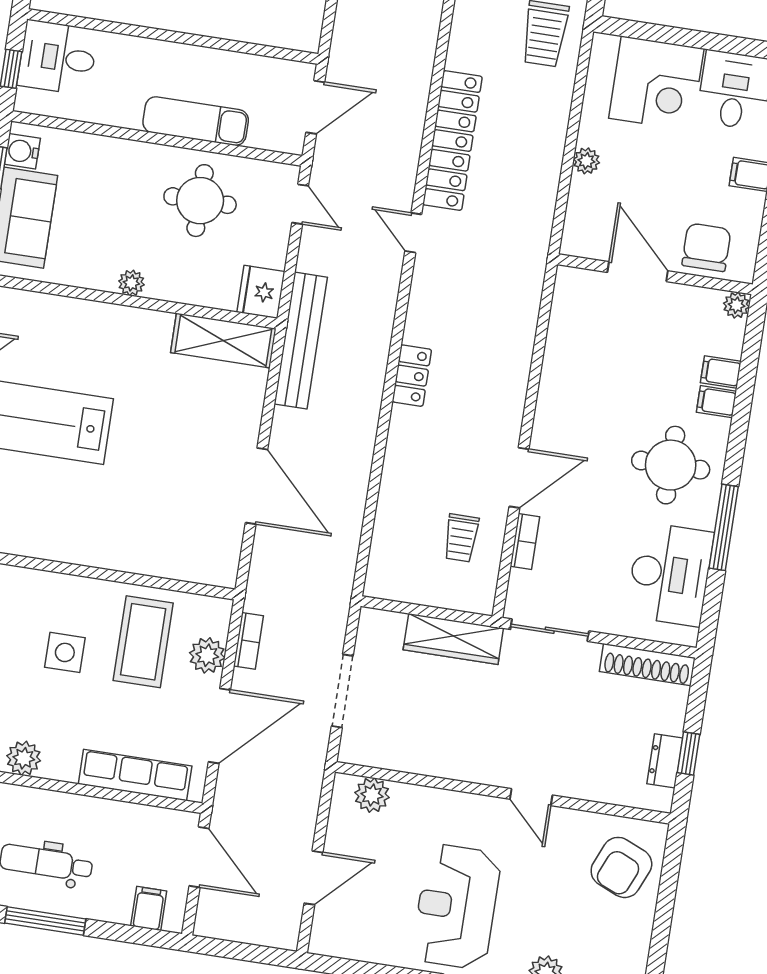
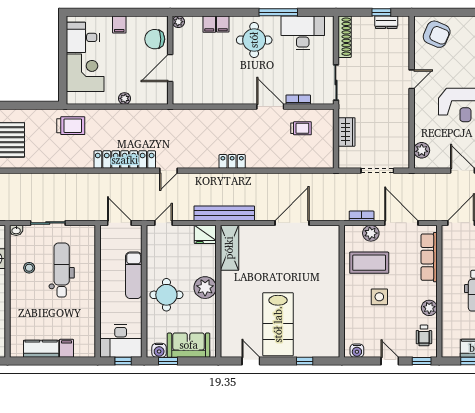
desk: (58, 58) -> (121, 341), width x1.37
round table: (200, 201) -> (166, 295), moved
plant: (131, 283) -> (205, 288), width x1.87, depth x1.87
wardrobe: (453, 639) -> (347, 132), width x0.67

